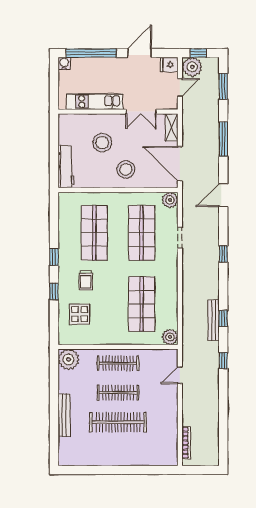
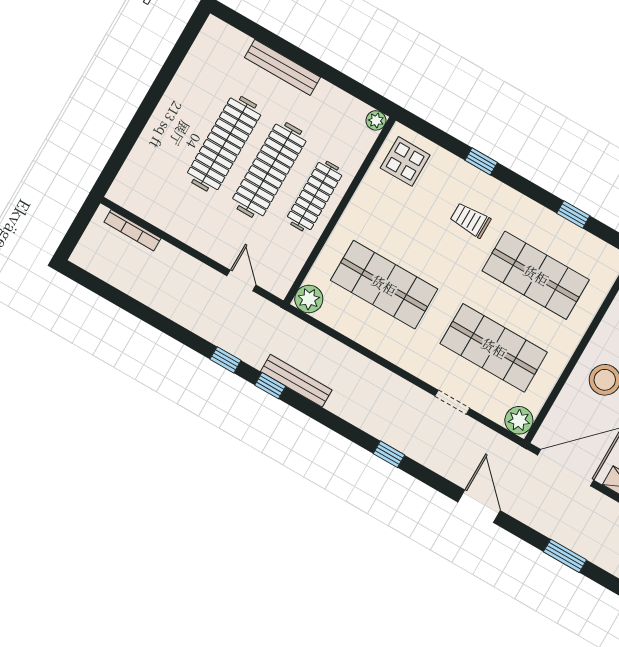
window: (223, 139) -> (565, 556), width x0.69
window: (54, 257) -> (573, 215), moved
display table: (79, 314) -> (405, 161), moved
window: (223, 319) -> (270, 386), moved
plant: (69, 359) -> (376, 120), width x0.53, depth x0.53
clothes rail: (118, 393) -> (269, 170), width x1.37, depth x1.31

